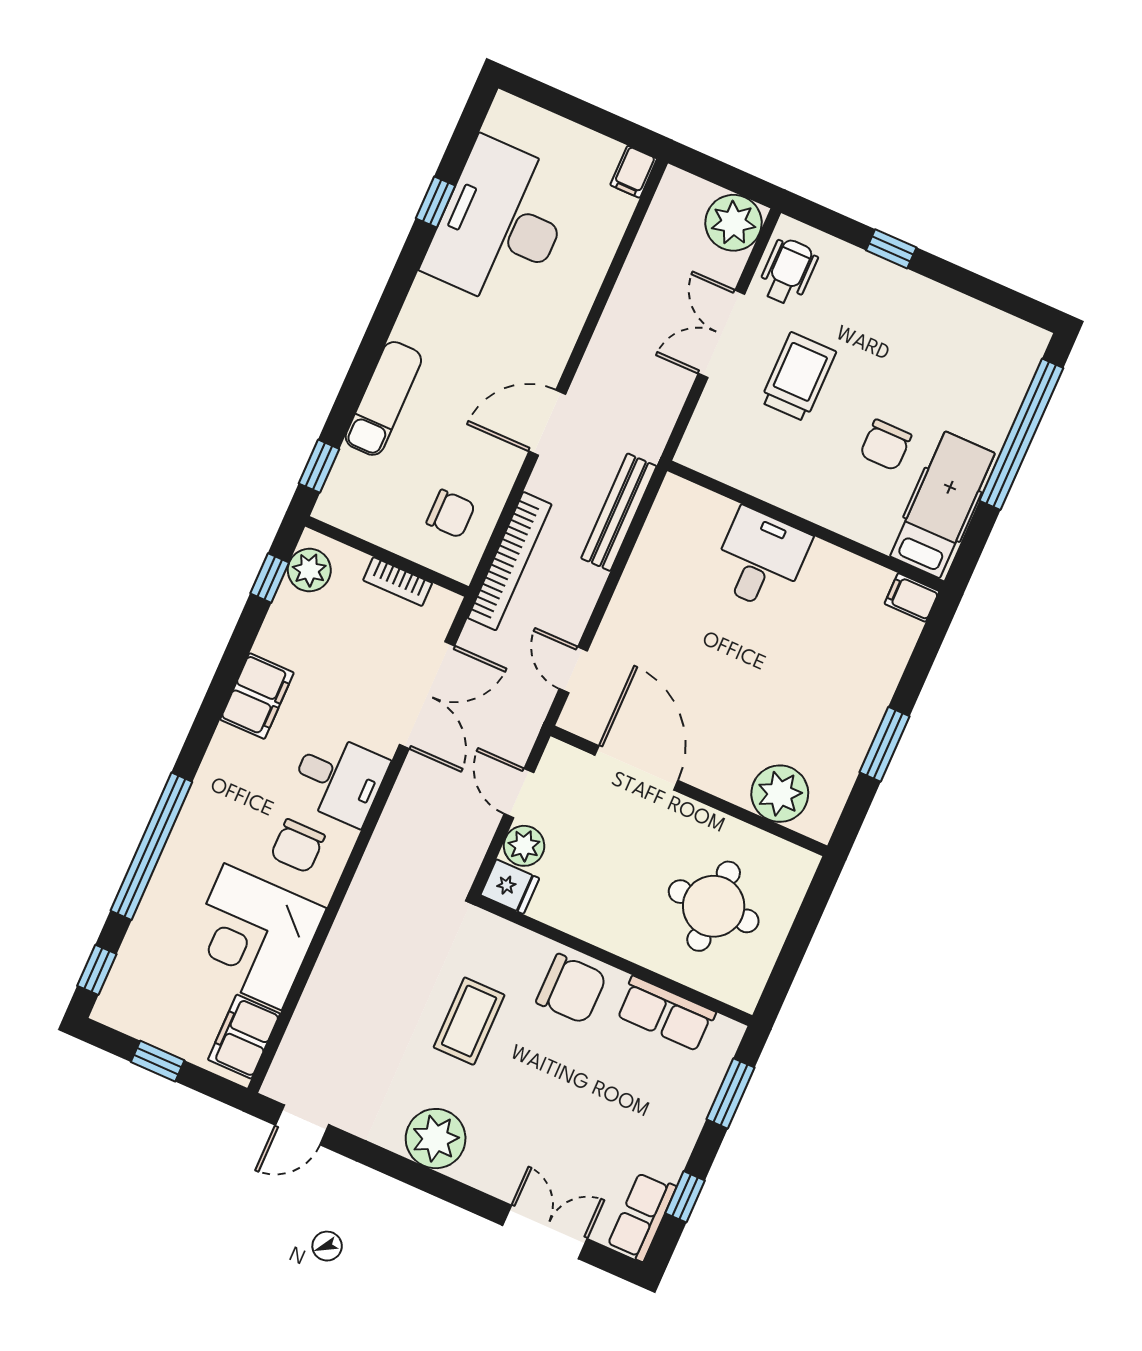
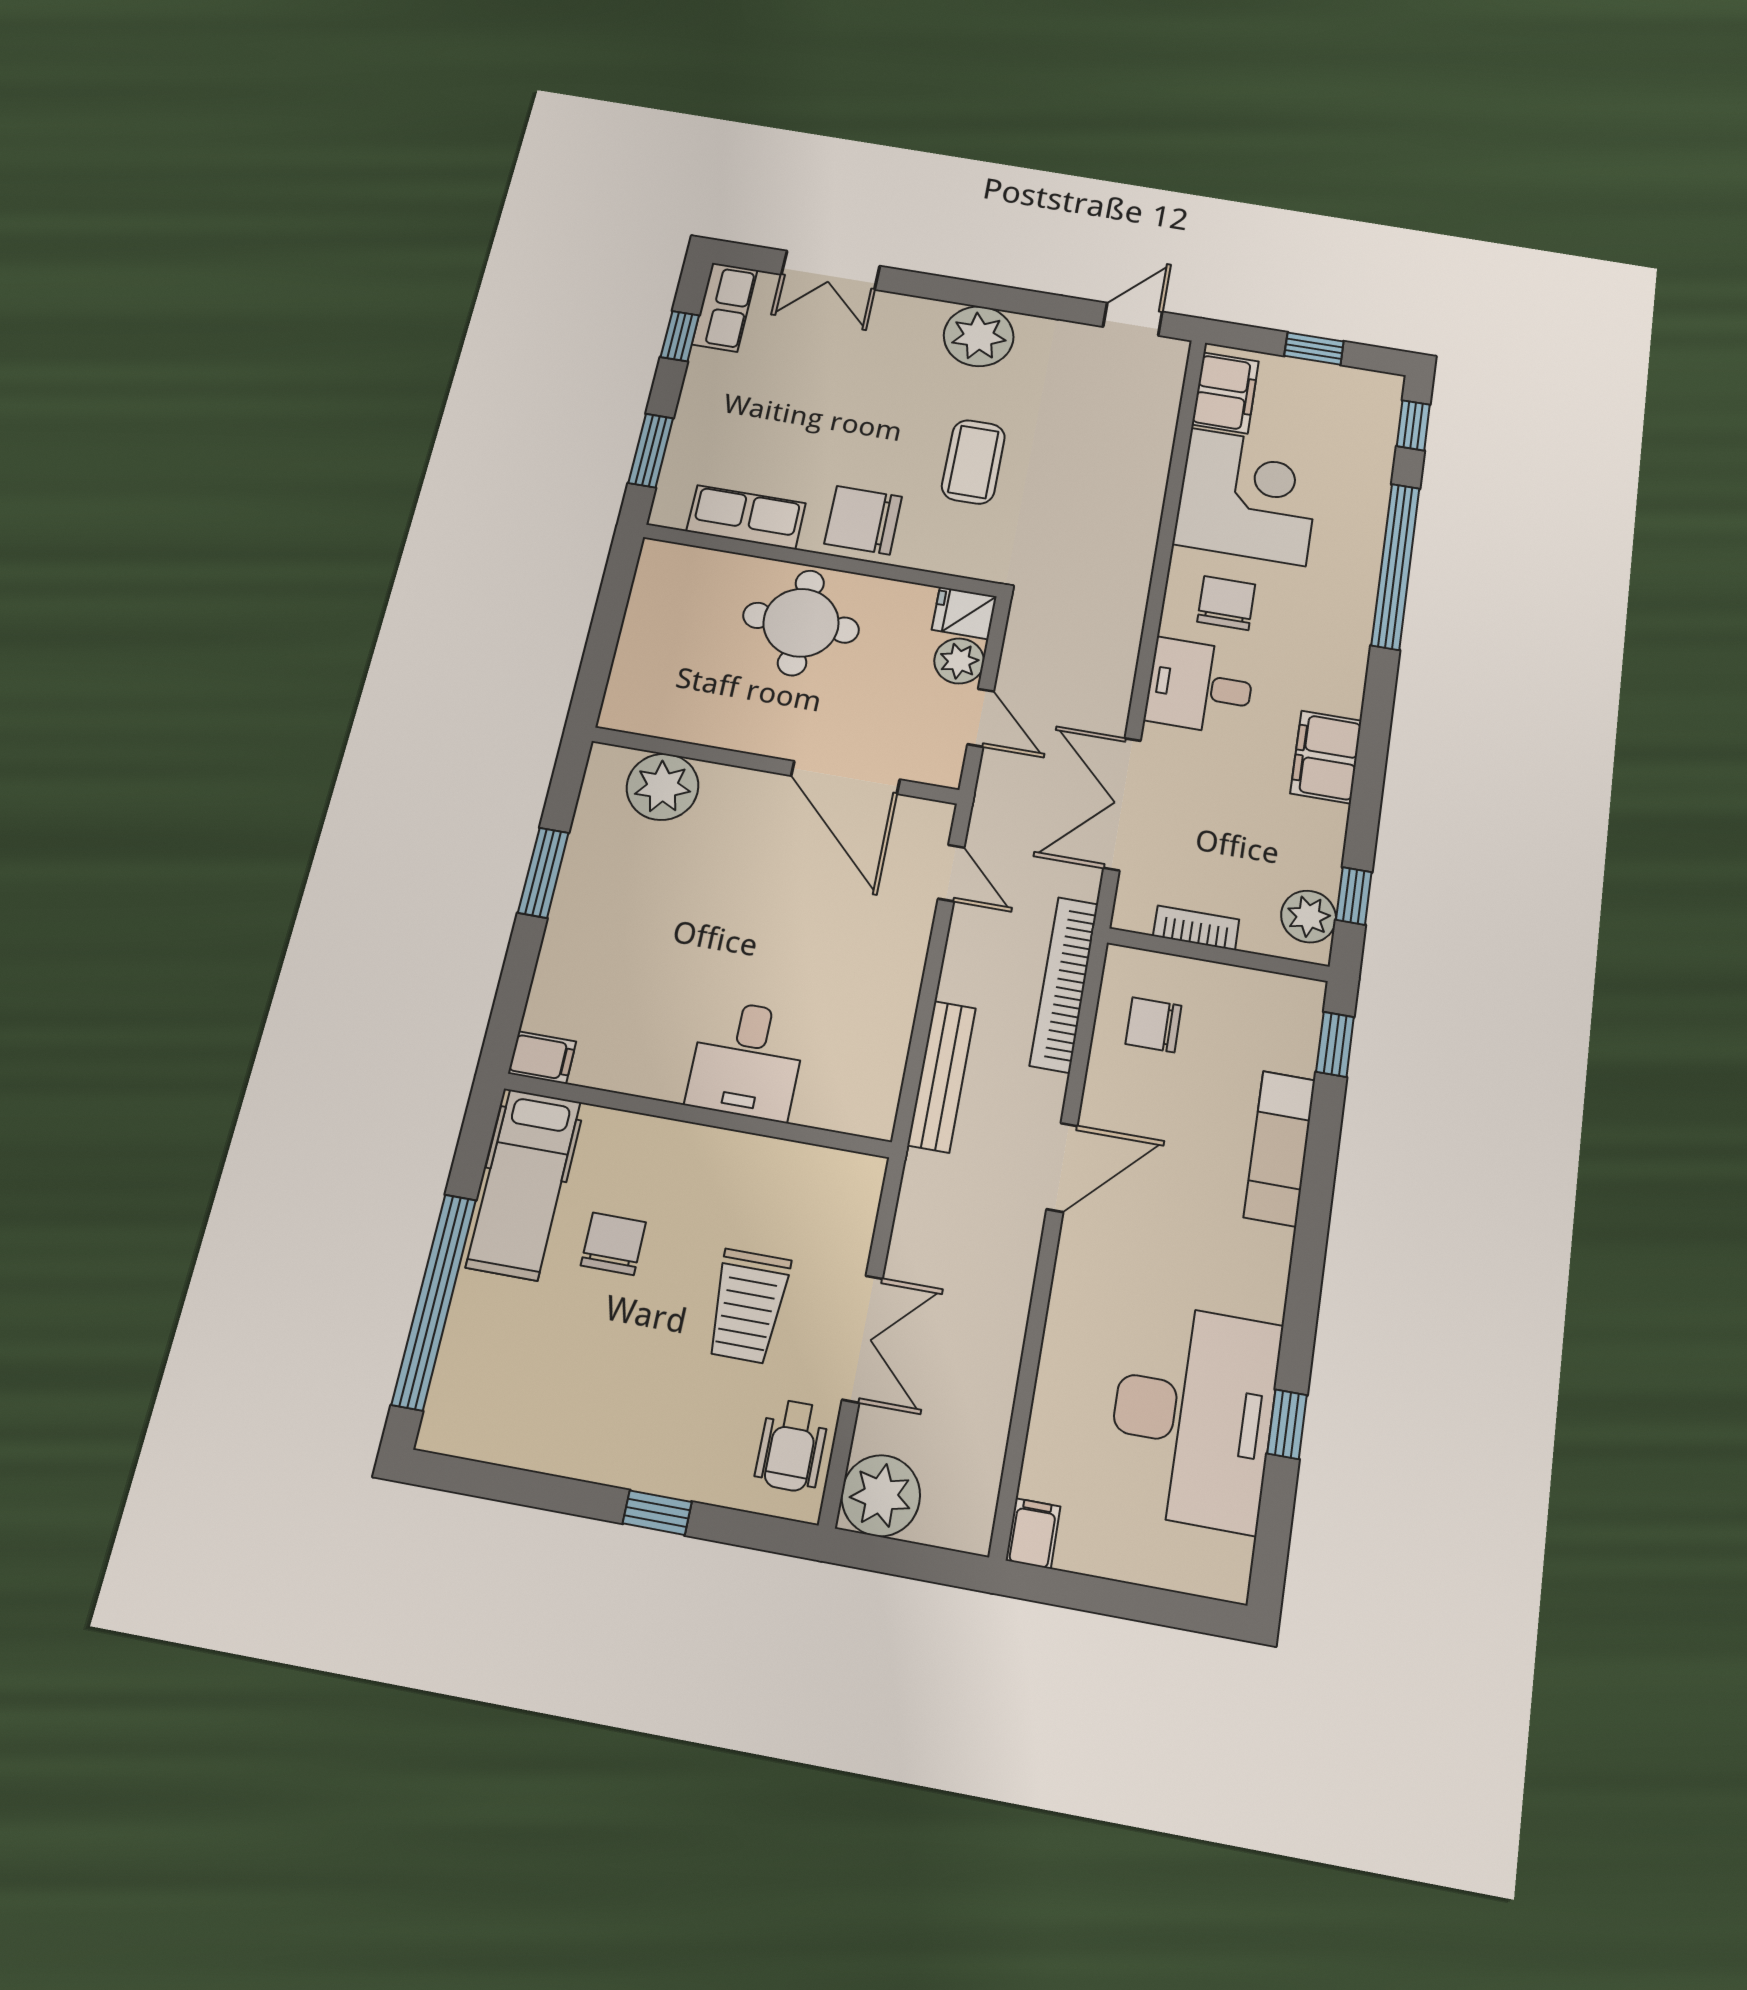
round table: (714, 906) -> (801, 623), moved

